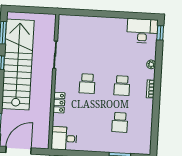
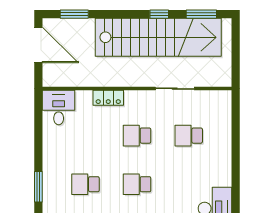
school desk: (89, 47) -> (189, 136), added

